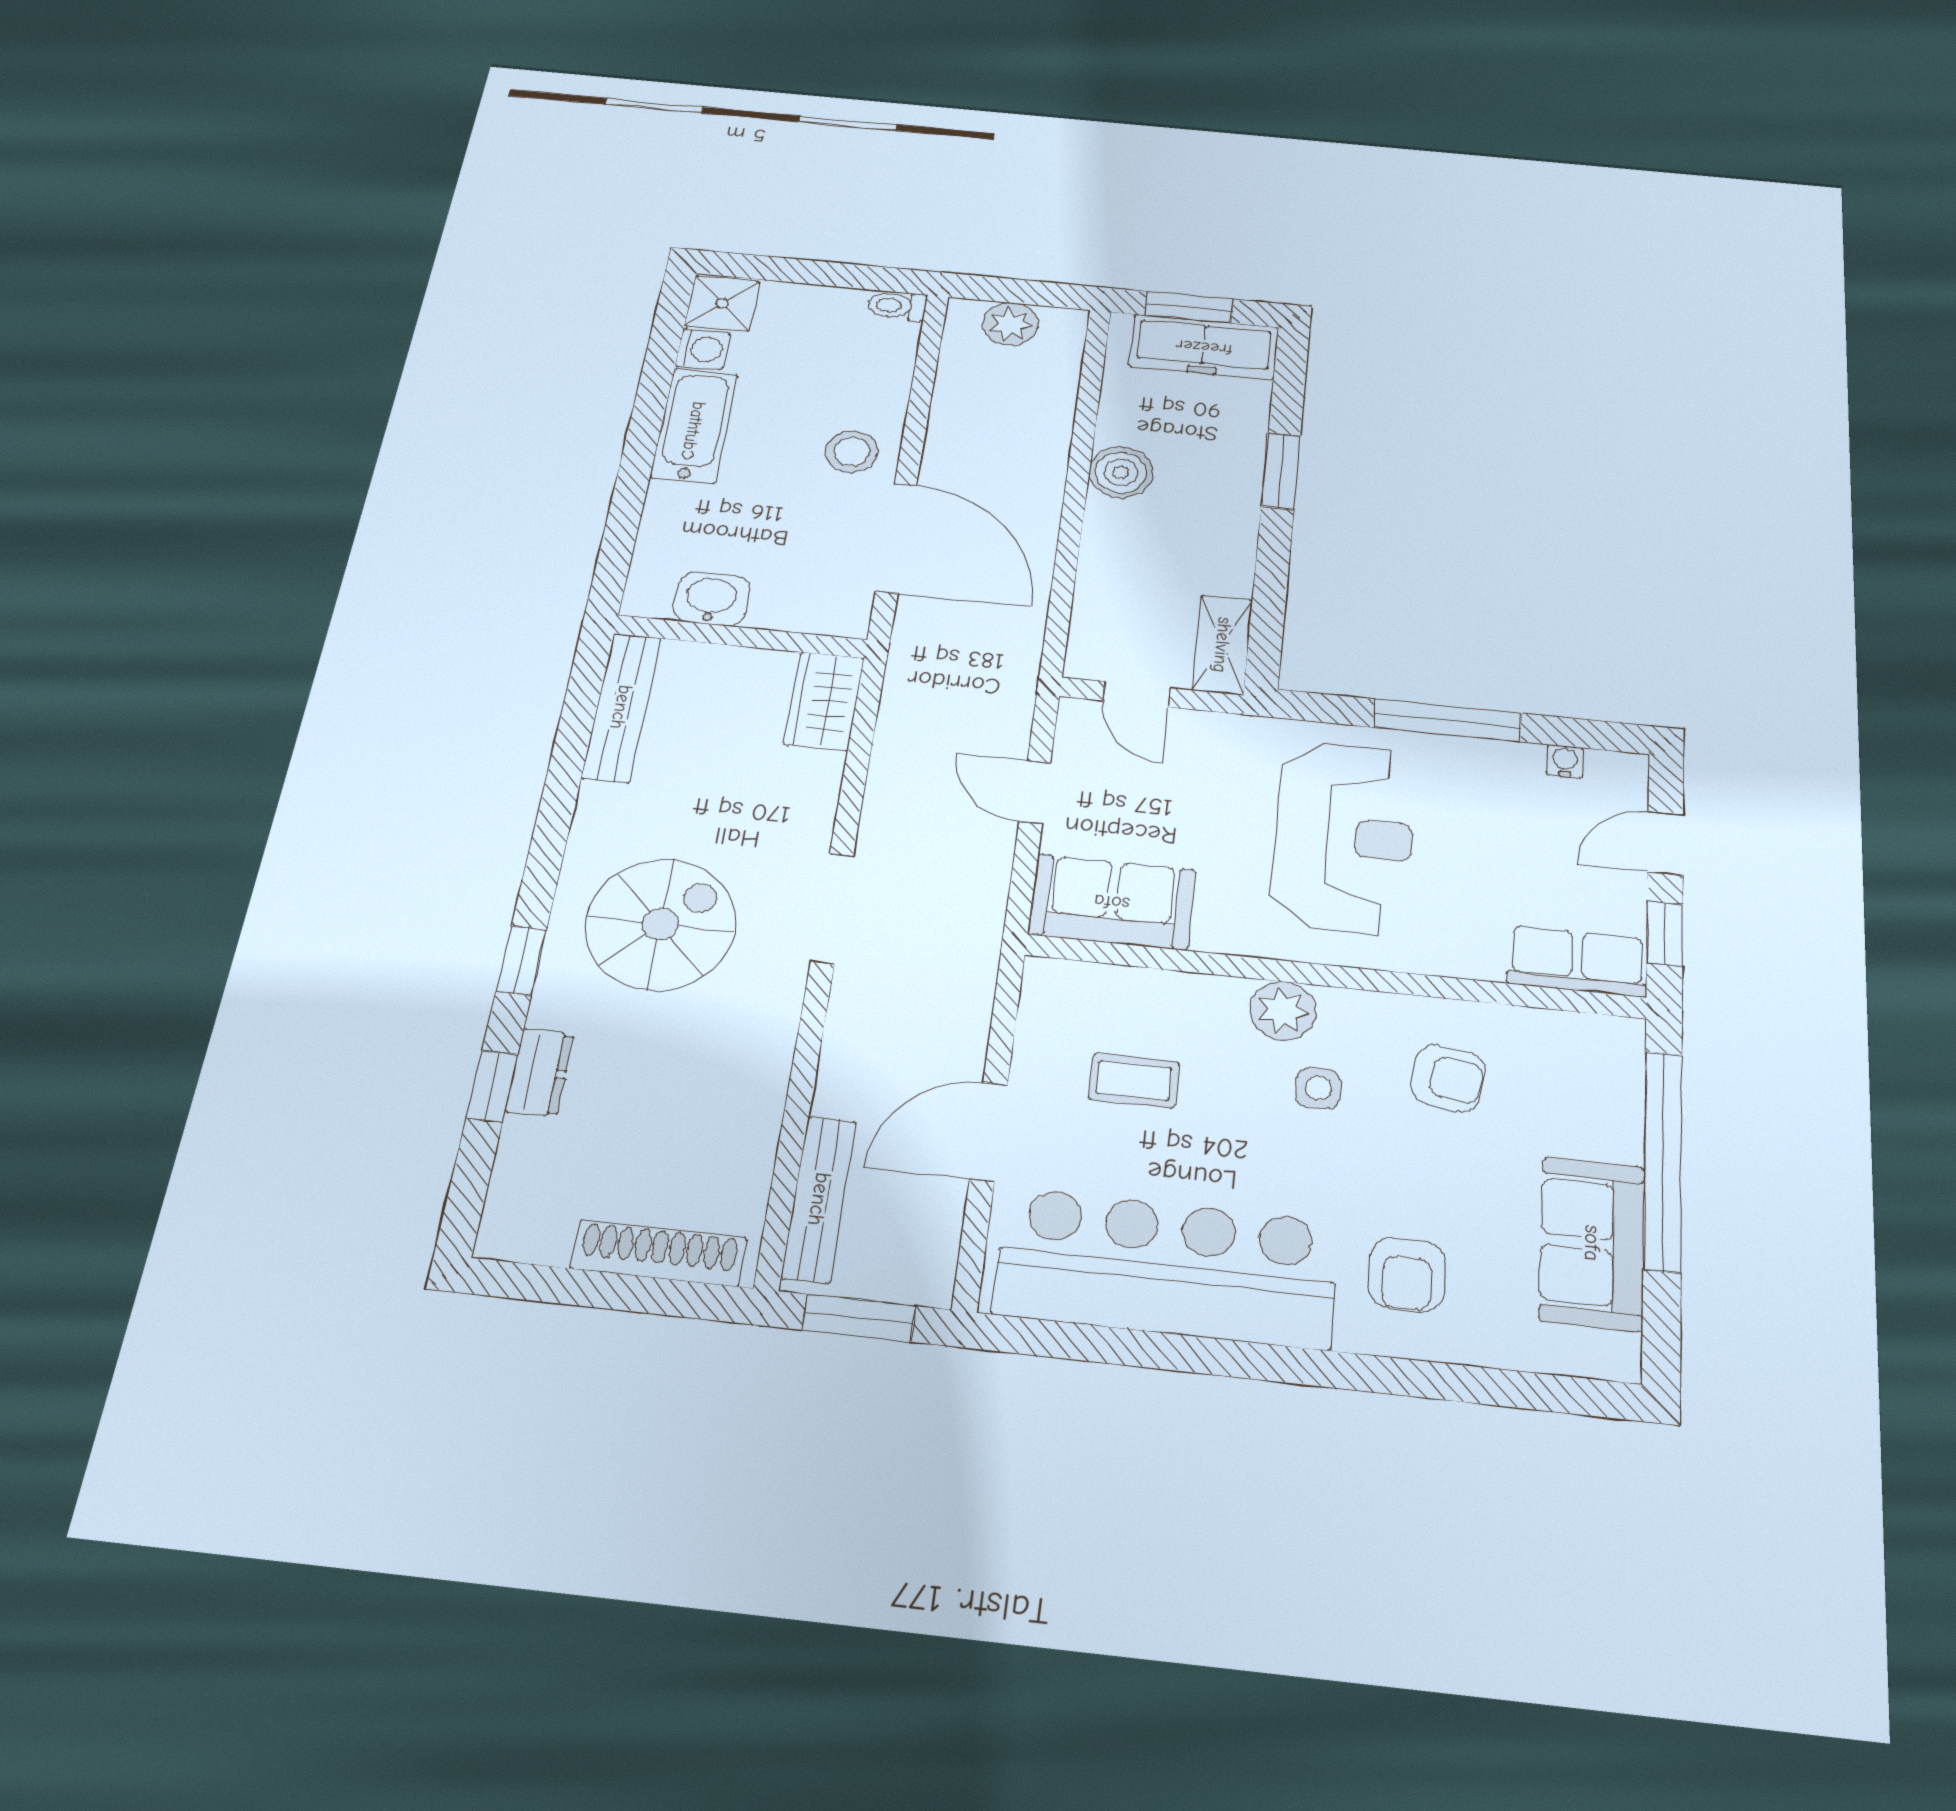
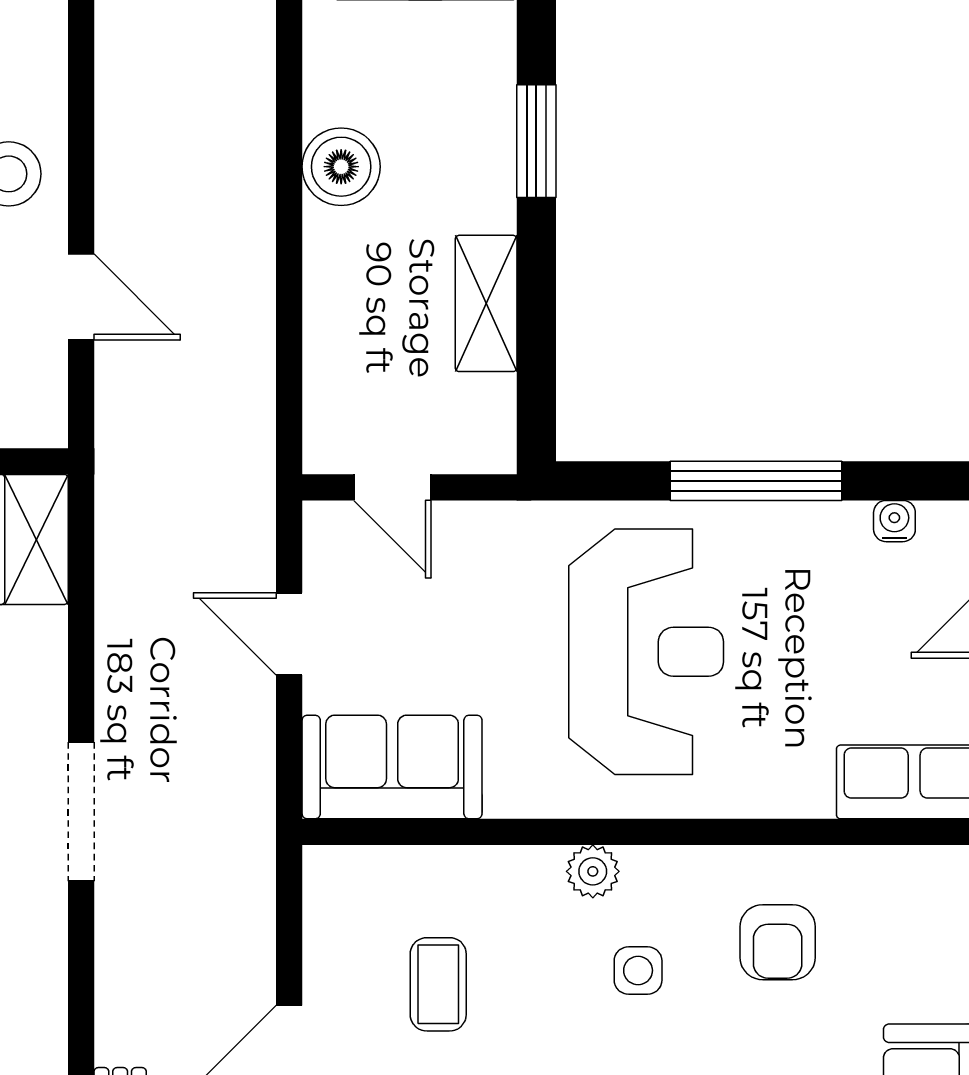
door: (896, 538) -> (81, 297), width x0.53
shelving: (1222, 645) -> (486, 303), moved
plant: (1283, 1011) -> (593, 871), width x0.73, depth x0.73
armchair: (1448, 1078) -> (778, 942), turned 82
coffee table: (1134, 1081) -> (438, 984), turned 90

